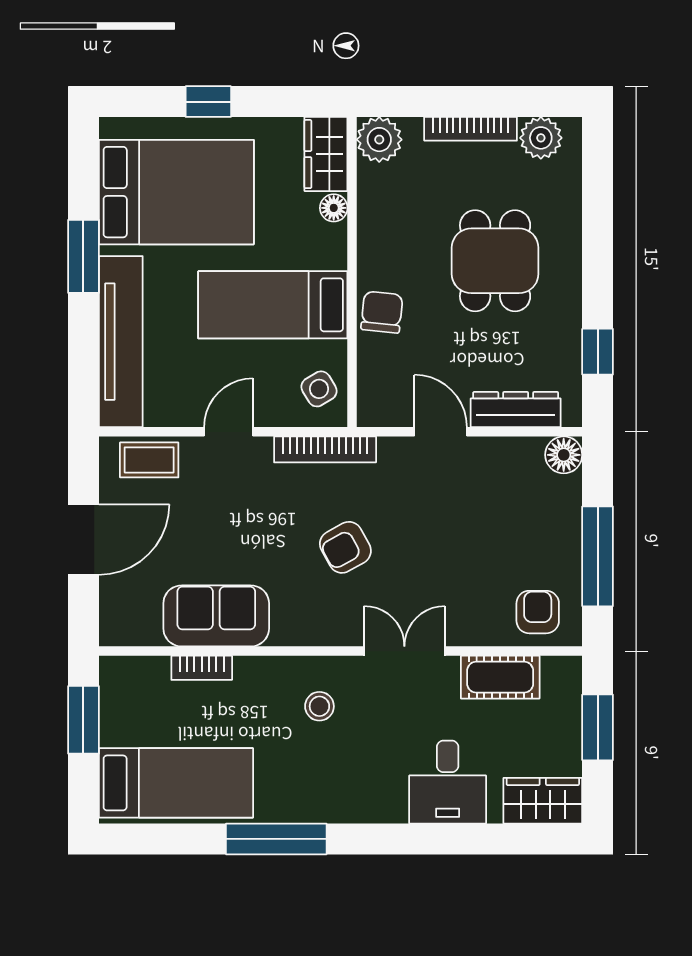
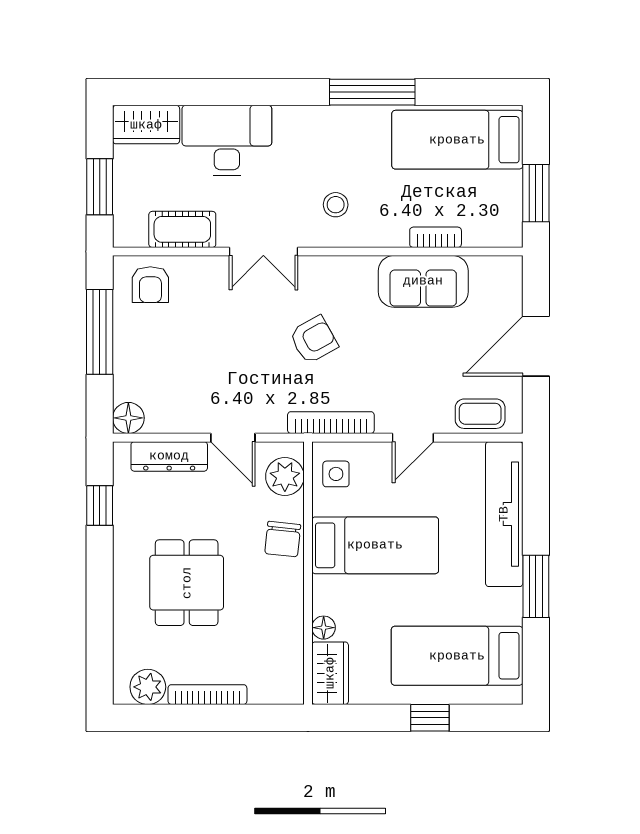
plant: (379, 140) -> (285, 476), moved
bed: (176, 192) -> (457, 656), width x0.67
side table: (319, 389) -> (336, 474), turned 31
desk: (448, 782) -> (227, 140), width x1.37

